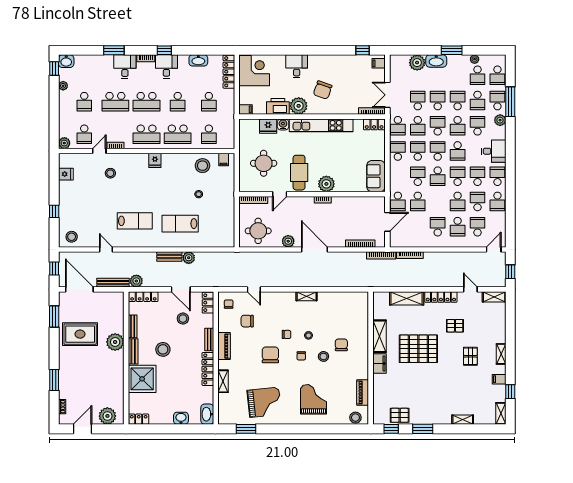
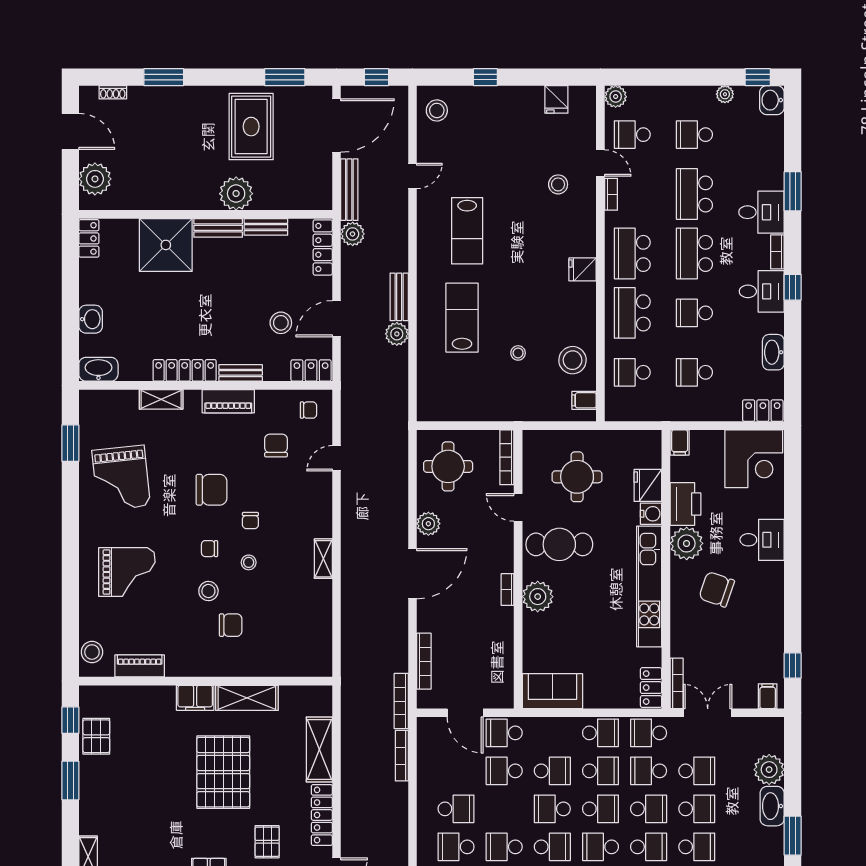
locker: (229, 72) -> (763, 411), width x0.66
school desk: (458, 126) -> (649, 847), turned 180
stool: (163, 349) -> (222, 285), removed

